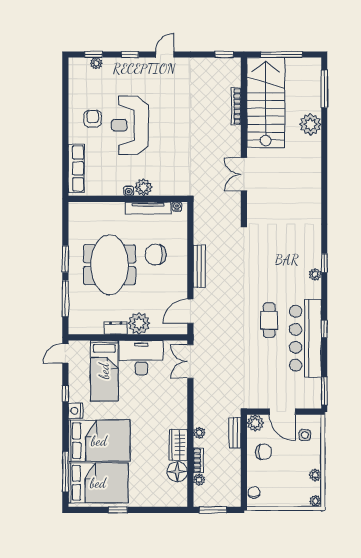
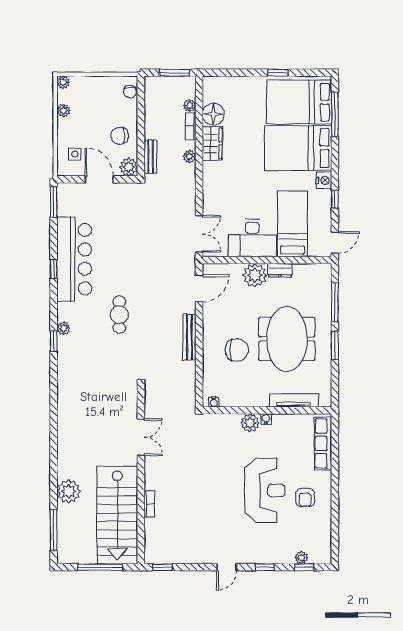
bookcase: (236, 106) -> (149, 504), width x0.64
tv unit: (148, 208) -> (294, 401), moved
cafe table: (269, 320) -> (119, 315), moved

